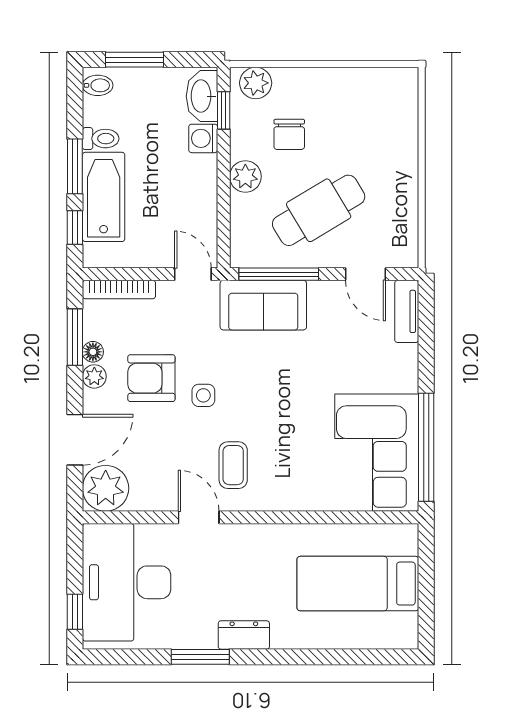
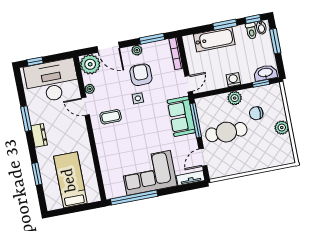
plant: (256, 83) -> (282, 128), moved
washing machine: (203, 138) -> (233, 80), moved
toilet: (101, 139) -> (251, 31), moved
cafe table: (319, 210) -> (226, 132), turned -59
window: (75, 227) -> (253, 19), moved
floor lamp: (93, 352) -> (147, 48), removed
corner sofa: (377, 453) -> (149, 173), moved
plant: (161, 500) -> (90, 89), added
door: (199, 517) -> (85, 106), swing flipped
window: (330, 657) -> (37, 174), added

